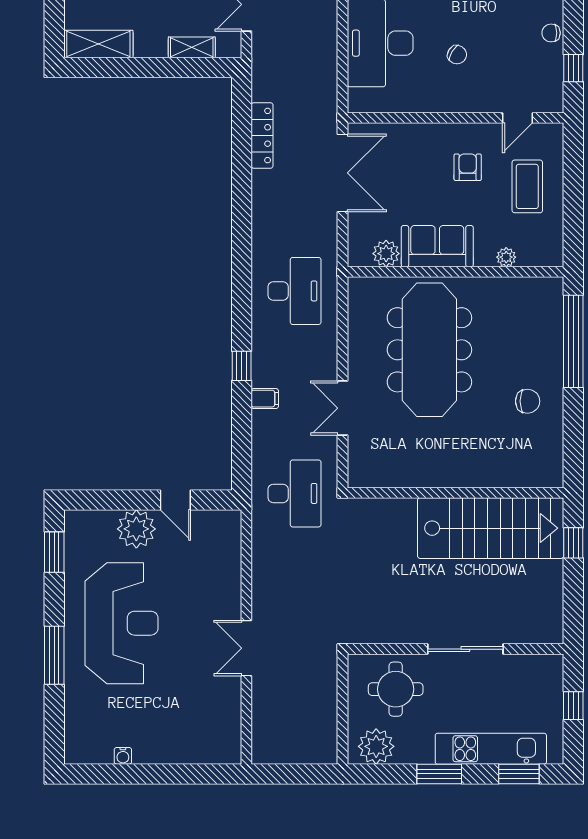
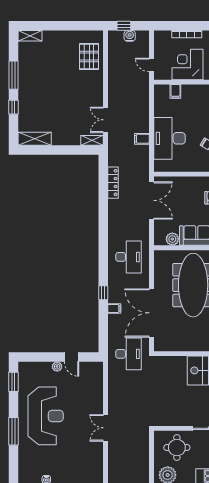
filing cabinet: (322, 44) -> (142, 139), added
shelving: (192, 47) -> (92, 140), moved
double door: (343, 408) -> (151, 313), width x1.87
plant: (136, 529) -> (57, 367), width x0.53, depth x0.53

